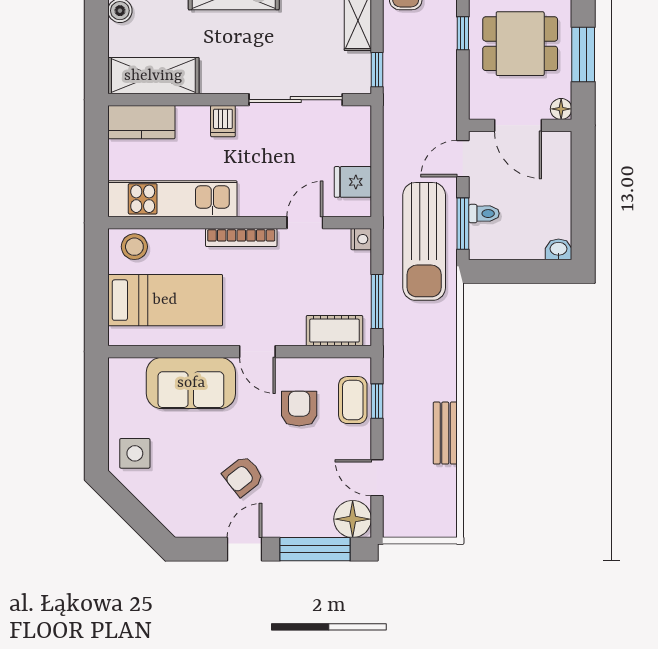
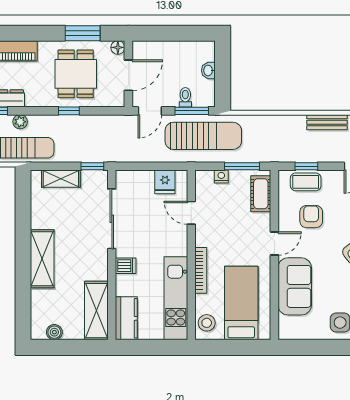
door: (463, 159) -> (150, 111), hinge flipped
bookcase: (241, 238) -> (201, 270), moved
nightstand: (361, 239) -> (221, 176), moved
washbasin: (559, 249) -> (208, 70), moved
armchair: (299, 409) -> (311, 217), turned 90

